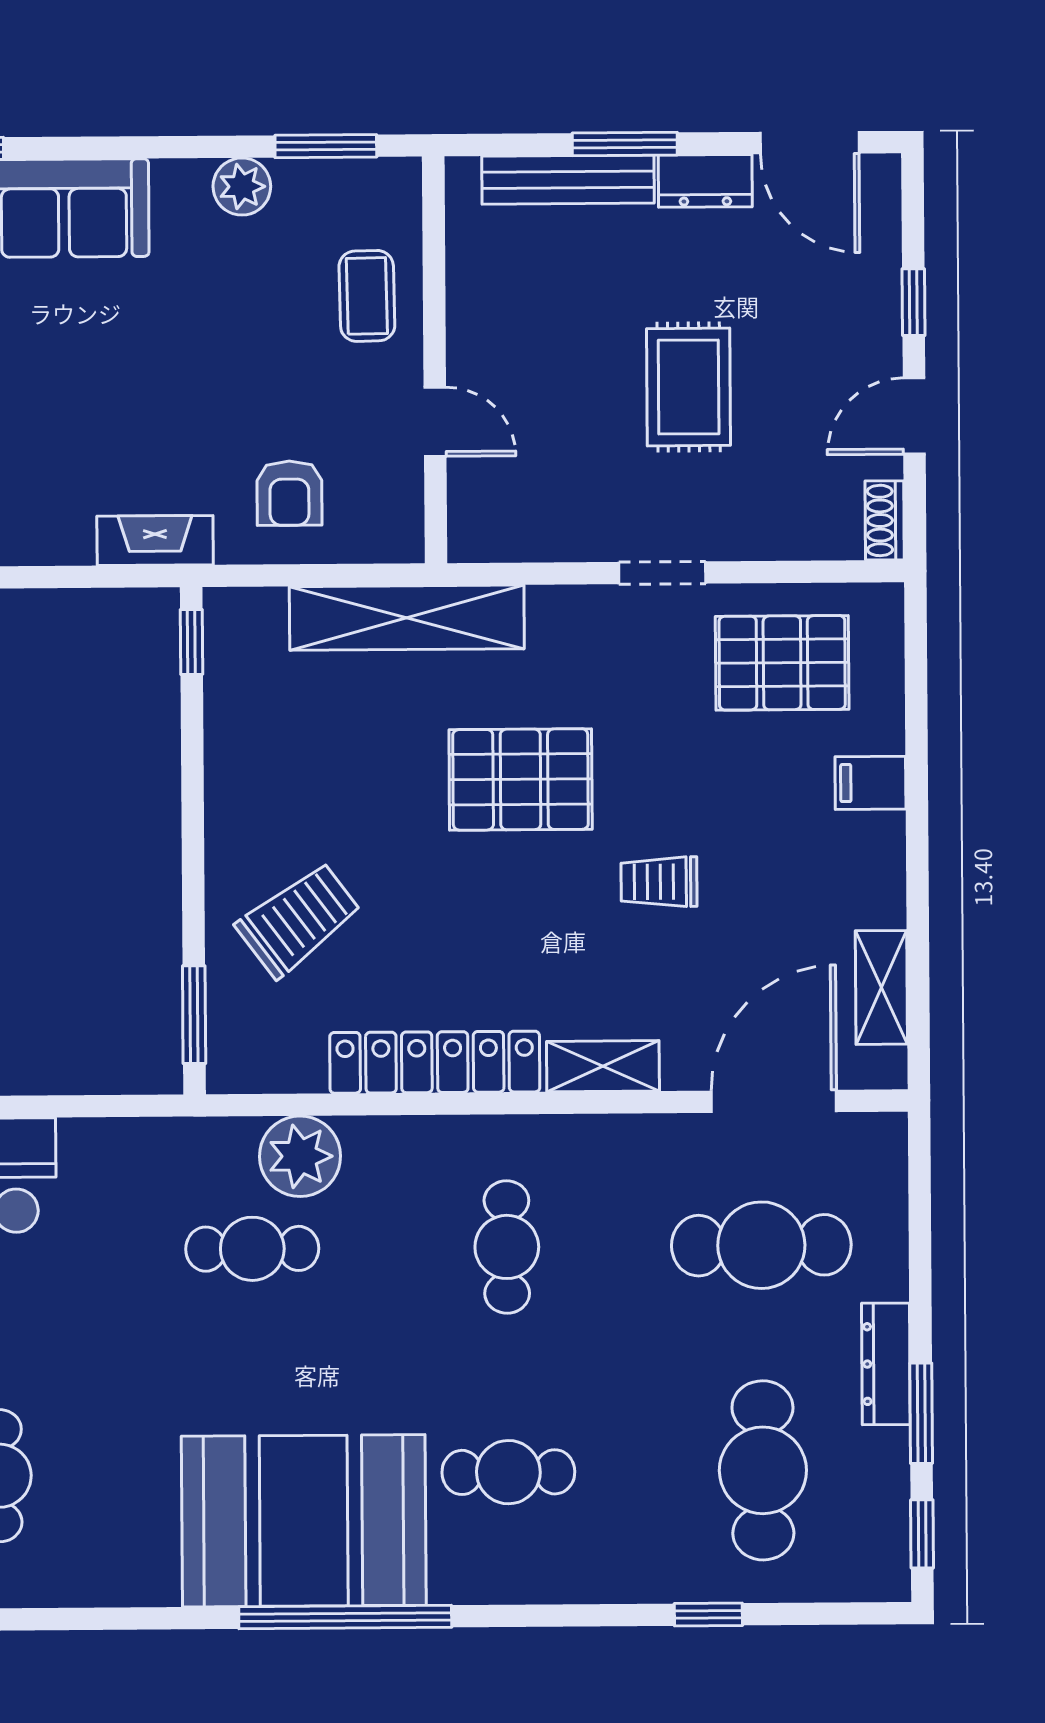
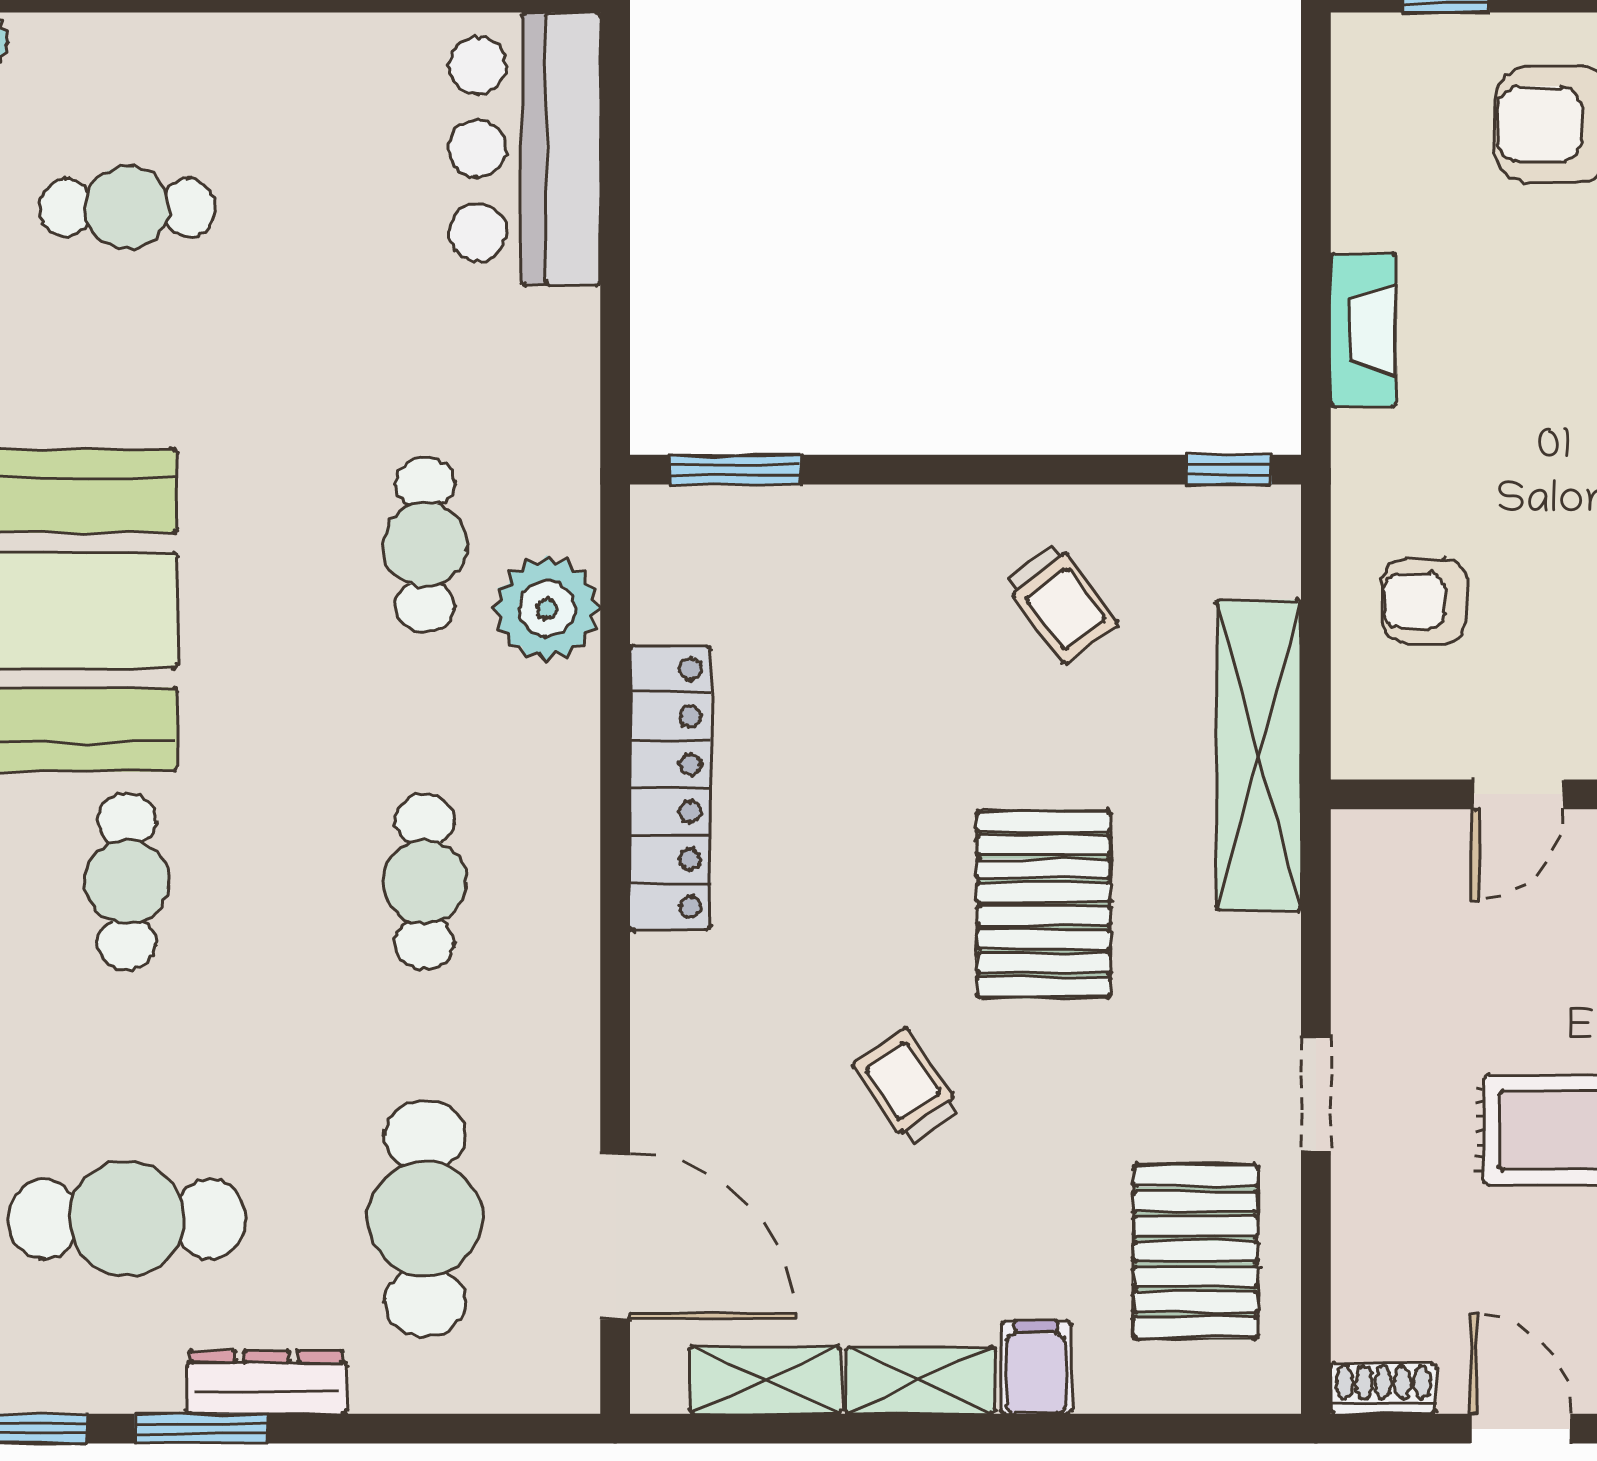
fireplace: (155, 540) -> (1363, 330), moved
trolley: (659, 882) -> (907, 1087), turned -34
trolley: (299, 919) -> (1061, 603), moved, width x0.73, depth x0.72
shelving: (603, 1066) -> (921, 1380), moved, turned 90
cafe table: (507, 1247) -> (425, 882), turned 90

